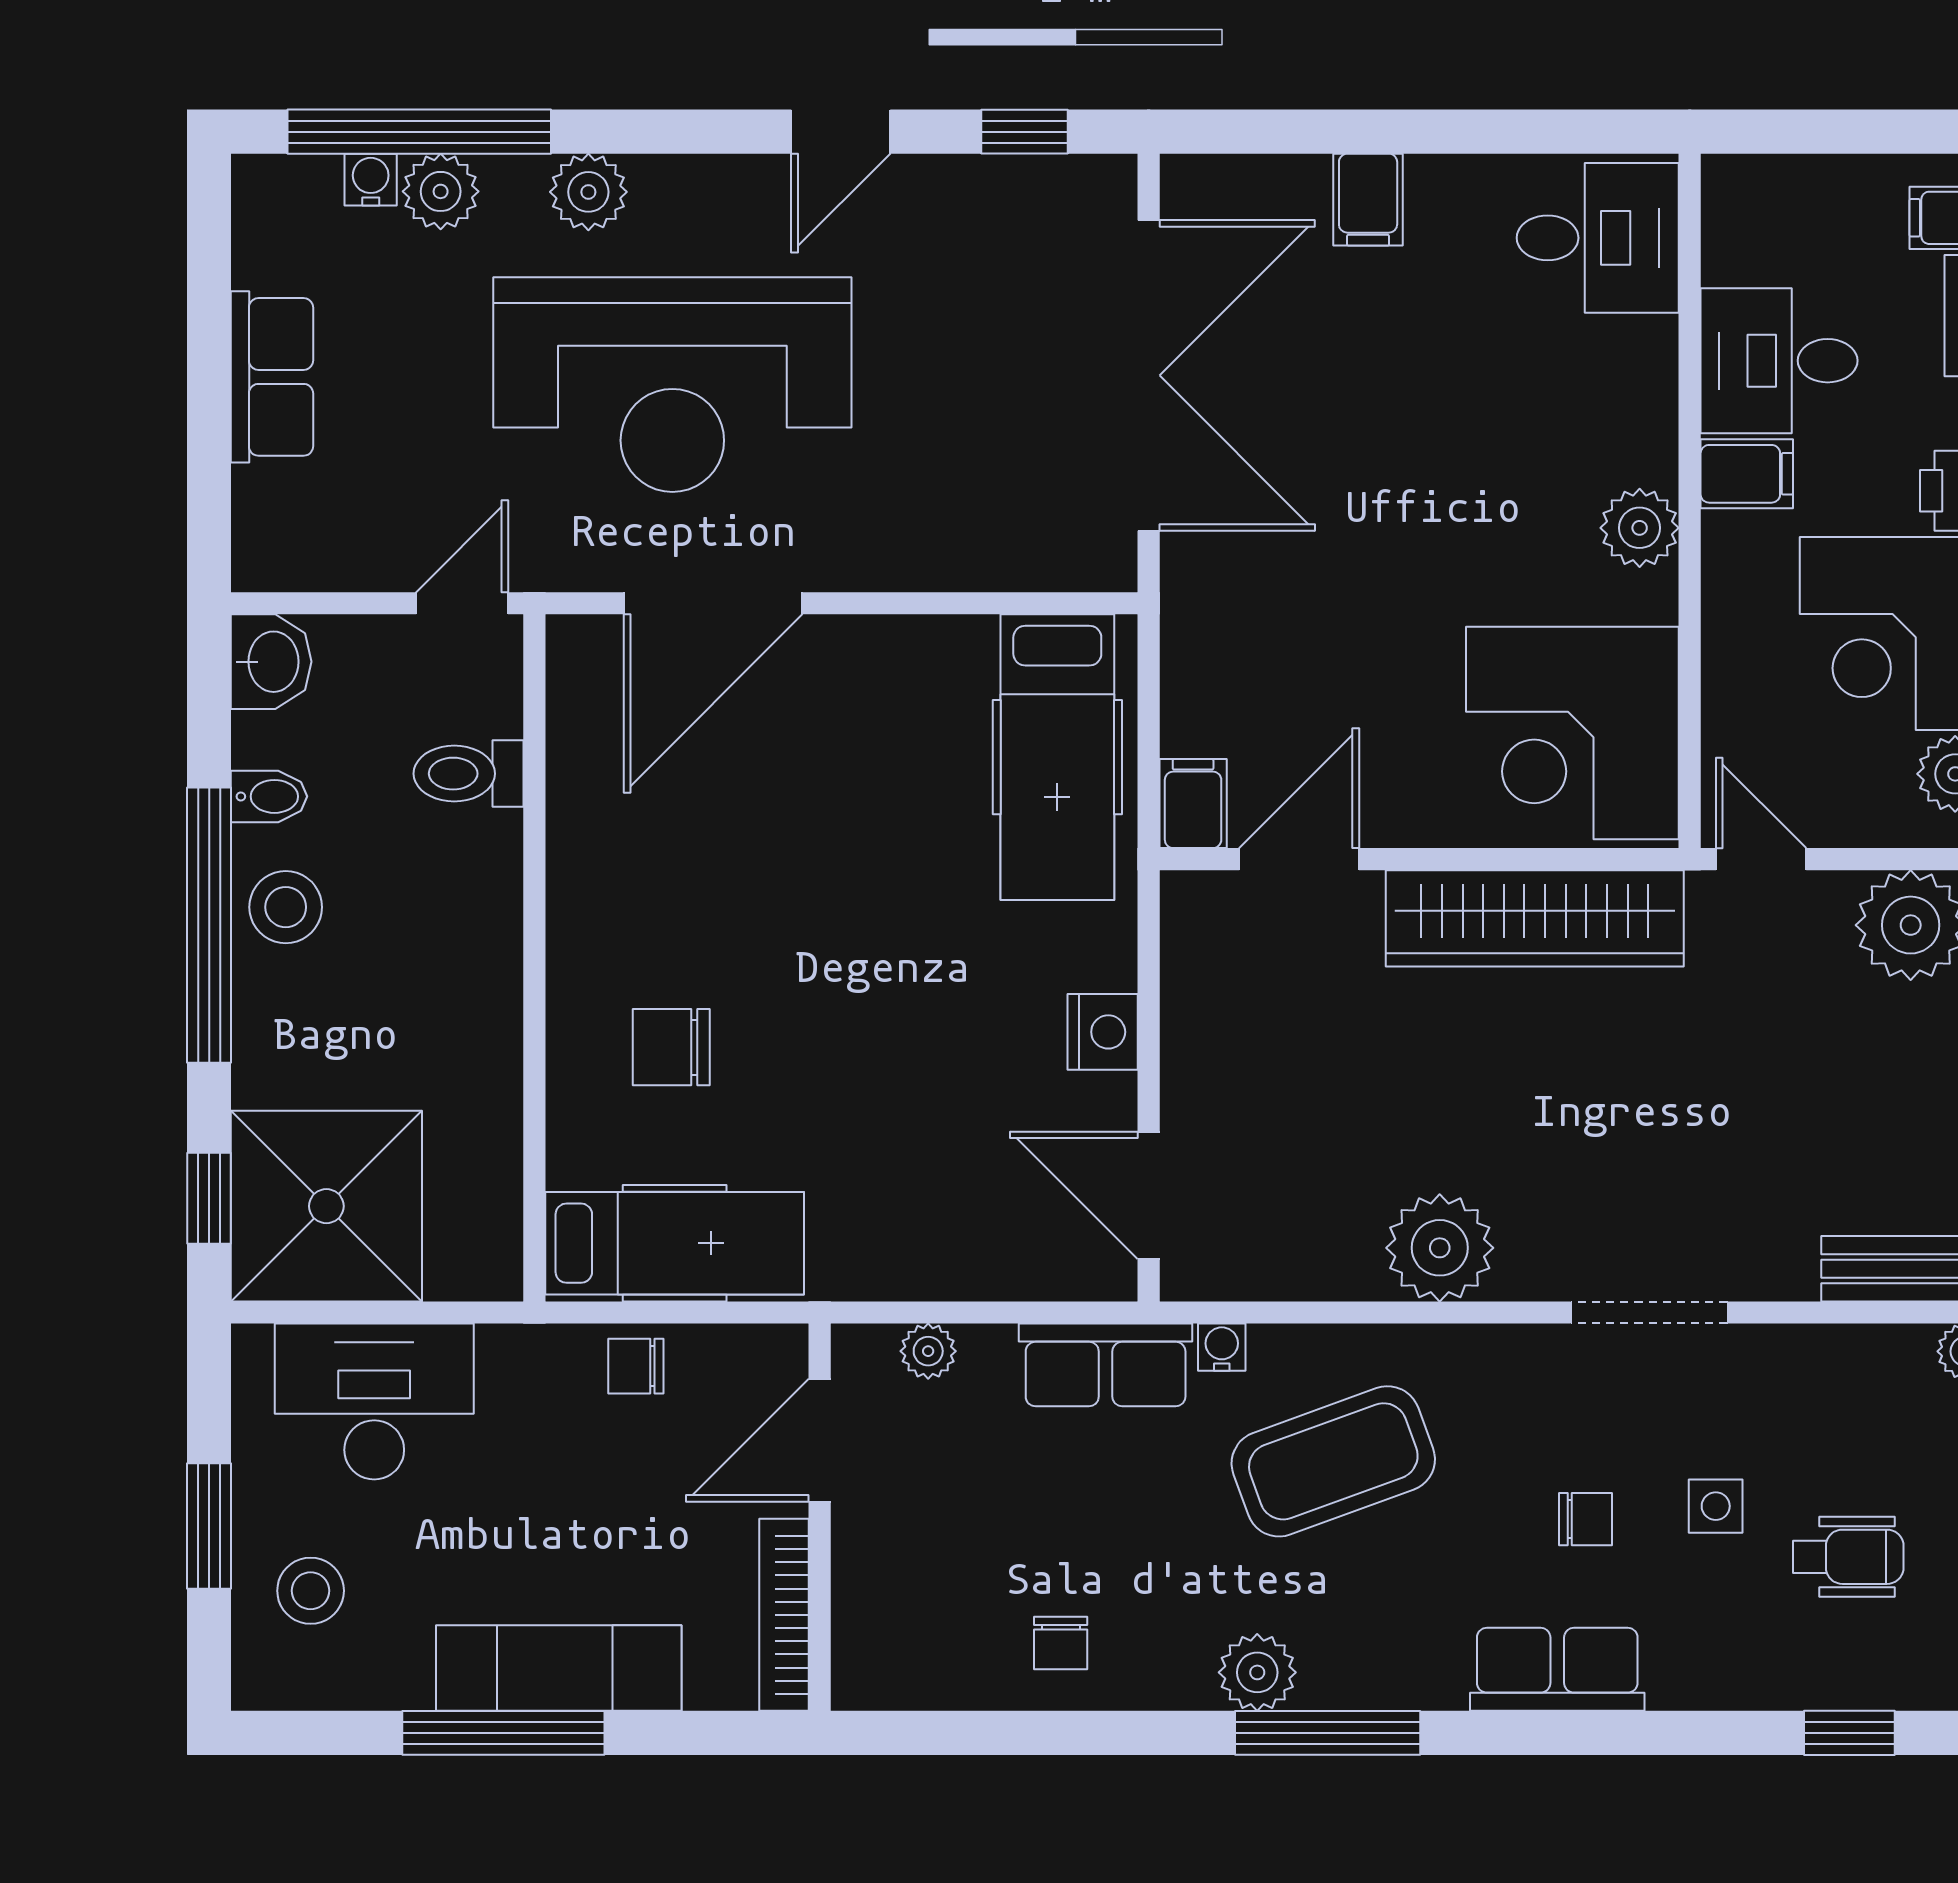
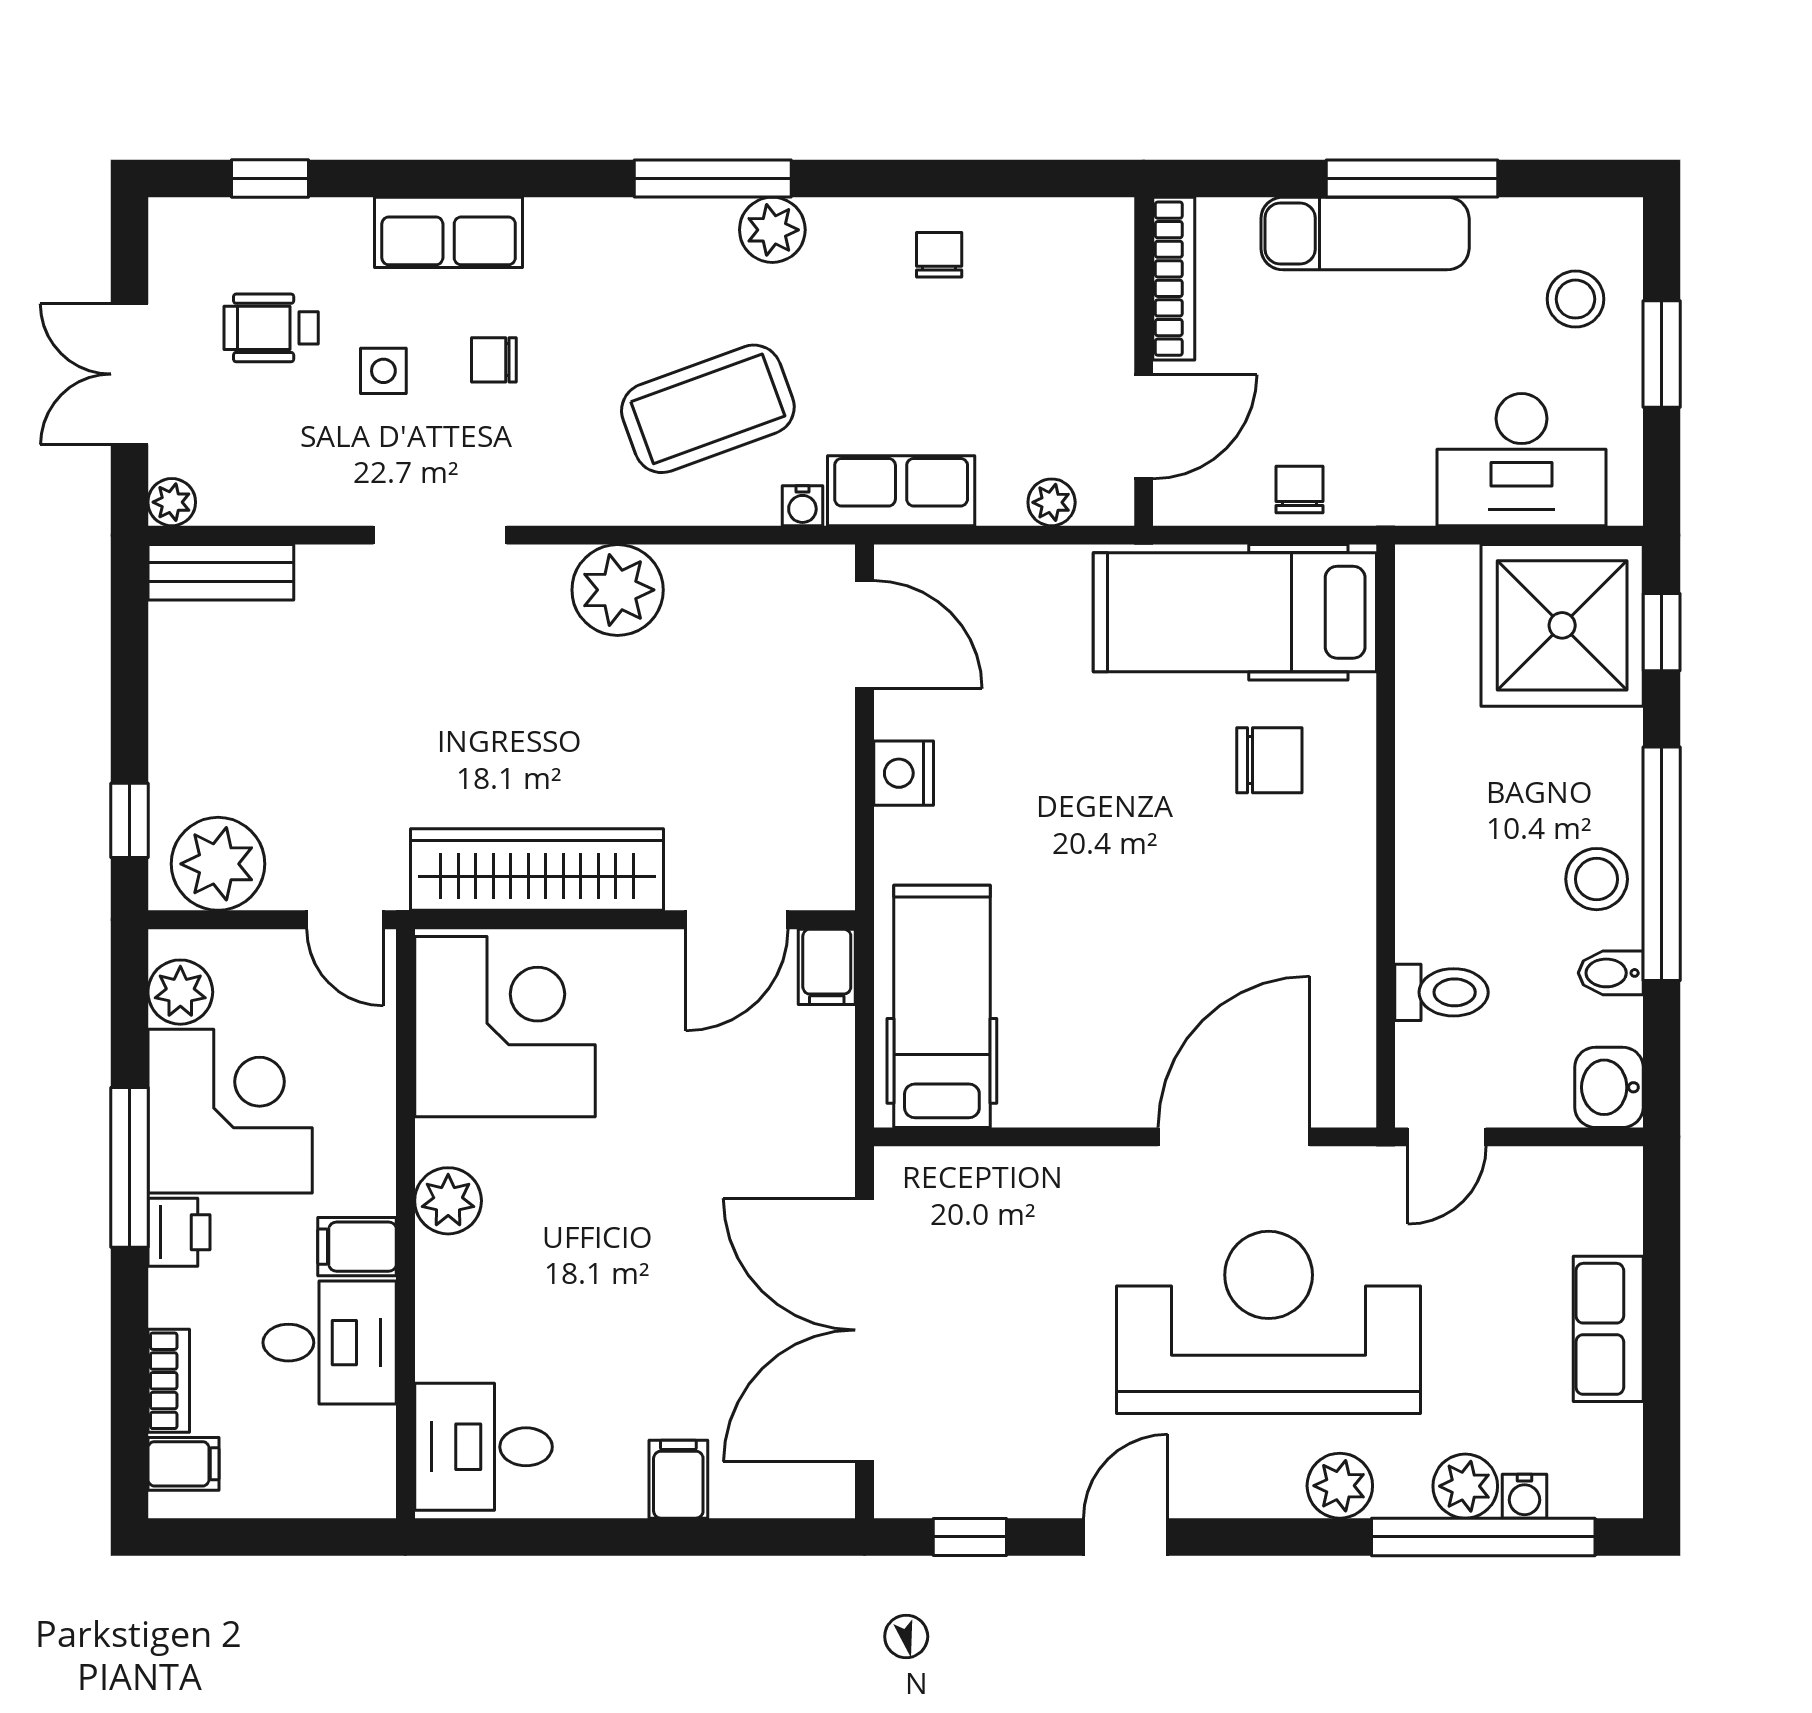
hospital bed: (675, 1243) -> (1235, 612), width x1.37, depth x1.29
chair: (636, 1366) -> (1300, 490), turned -90
row of seats: (1557, 1669) -> (449, 232), moved

